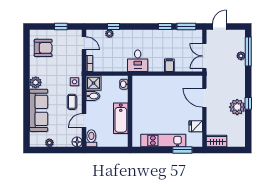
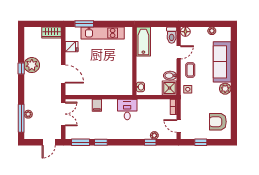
bathtub: (121, 118) -> (143, 42), moved

